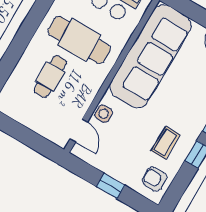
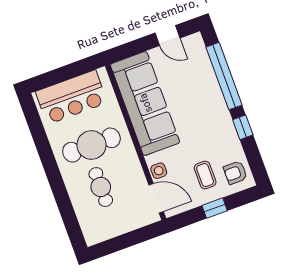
door: (79, 130) -> (156, 198), width x1.38
coffee table: (166, 143) -> (205, 175), moved

